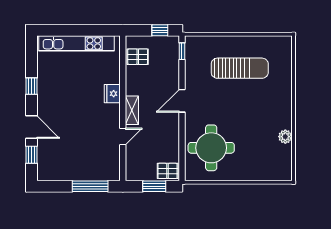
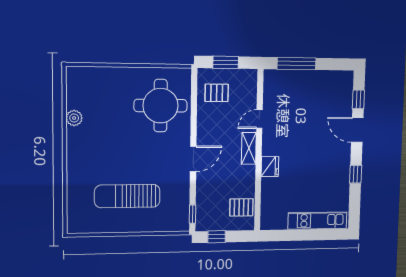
kitchen unit: (76, 43) -> (317, 221), width x0.73
pallet: (168, 171) -> (217, 93), moved

